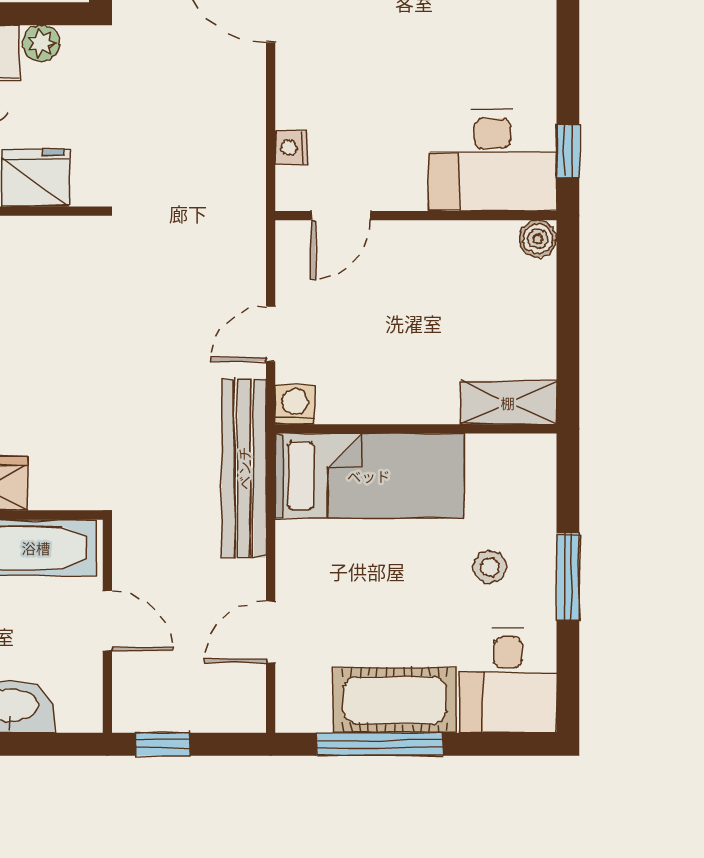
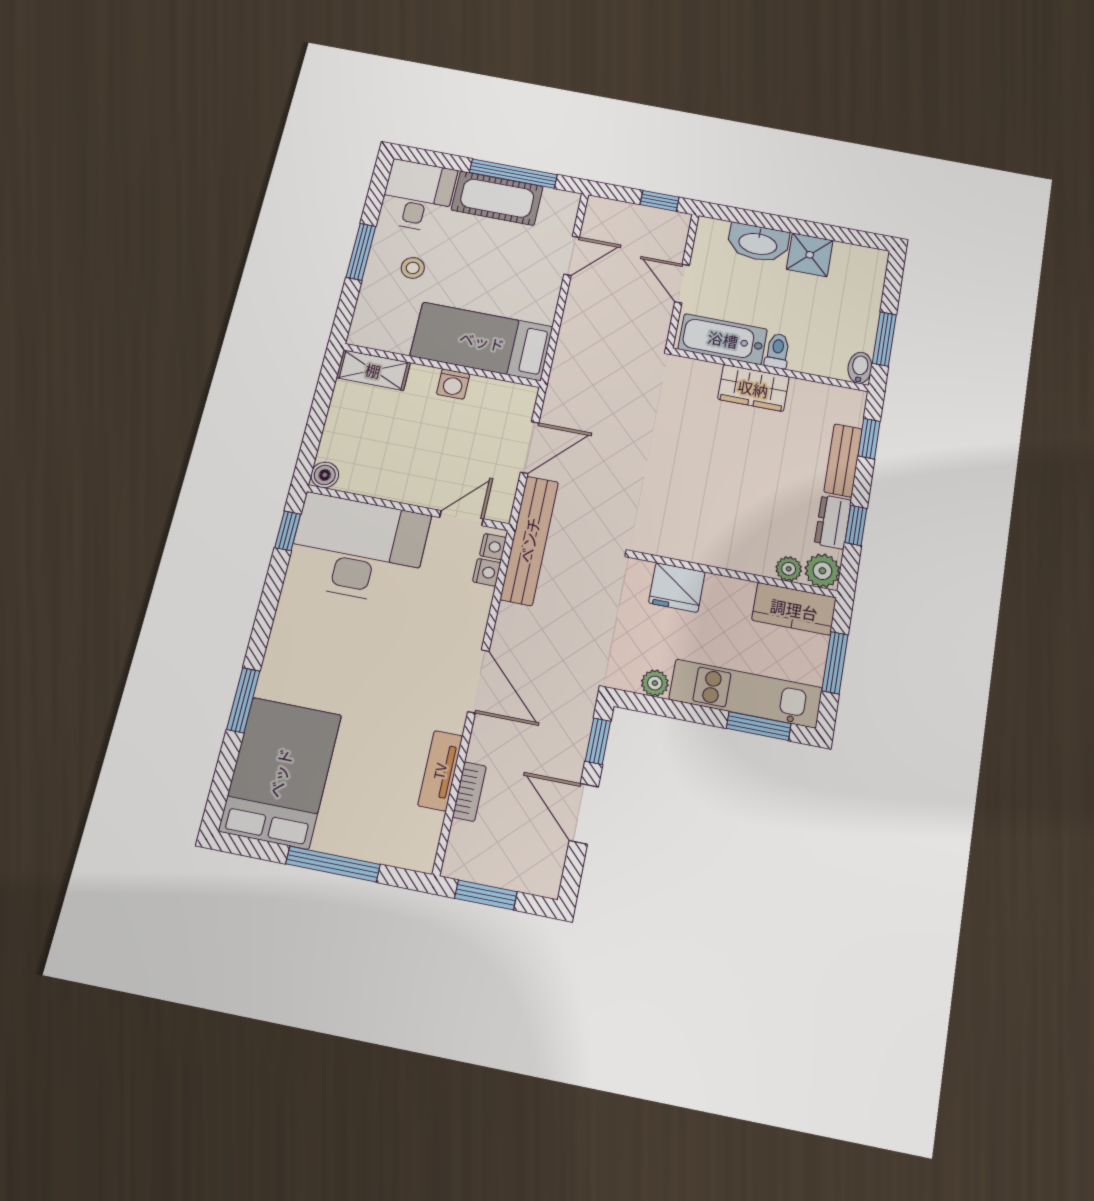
desk: (492, 161) -> (358, 549), width x1.36, depth x1.30
nightstand: (291, 185) -> (493, 547), added
door: (271, 334) -> (530, 448), width x1.38
washing machine: (295, 405) -> (453, 384), moved
bench: (244, 468) -> (529, 540), moved

